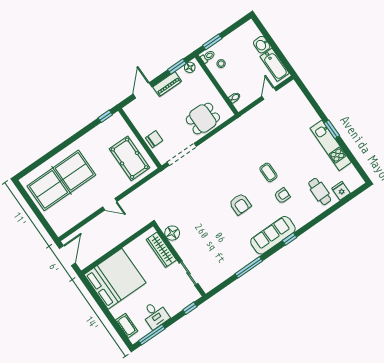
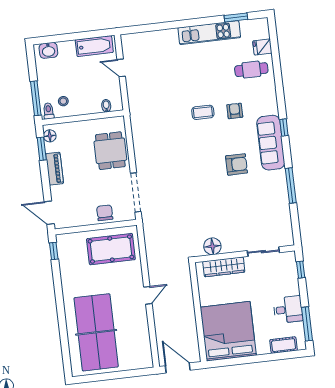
window: (212, 42) -> (36, 98), width x1.44
washbasin: (262, 45) -> (48, 50), moved
door: (142, 90) -> (49, 213), moved
window: (332, 129) -> (236, 17), moved
armchair: (240, 204) -> (237, 164), moved

